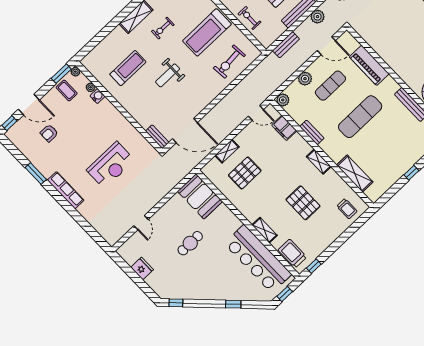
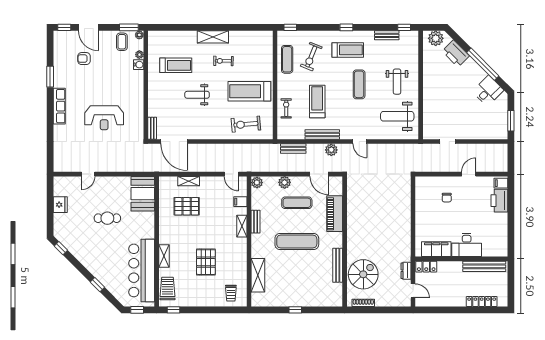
filing cabinet: (284, 128) -> (240, 202), width x0.50
shelving: (319, 162) -> (242, 226), moved

